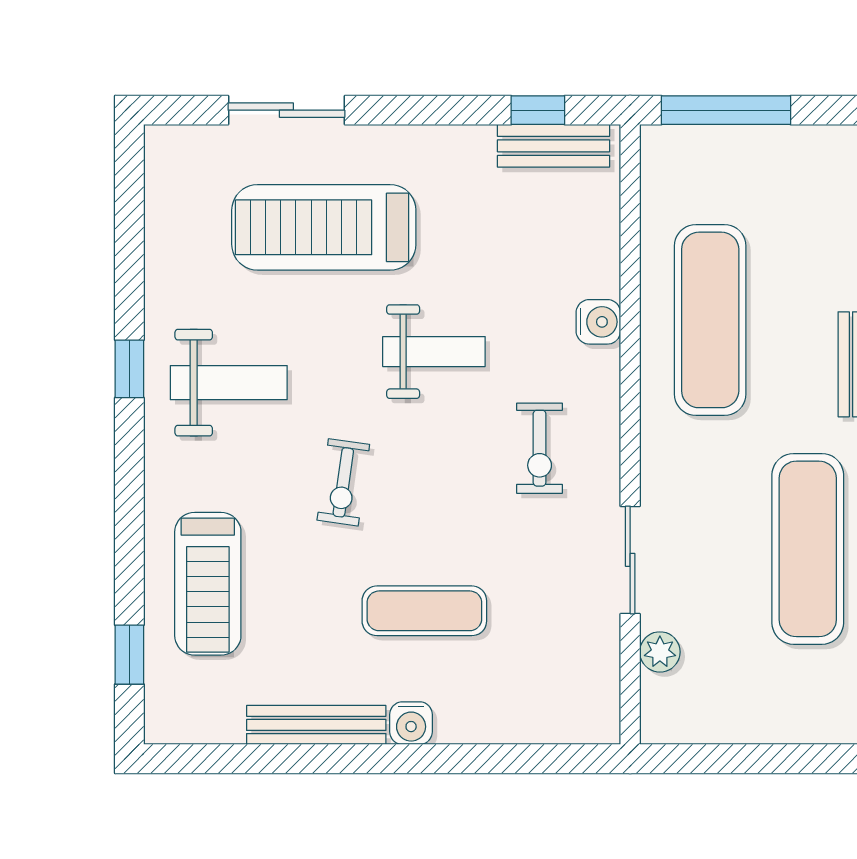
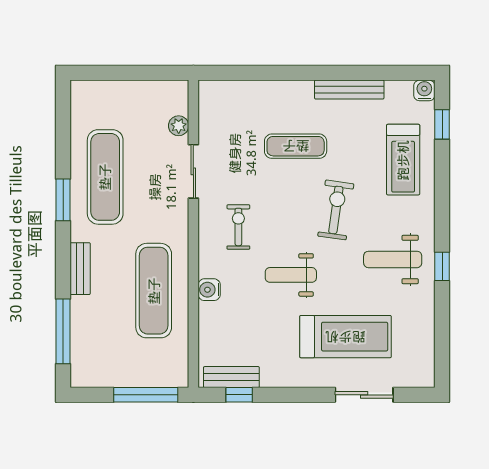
exercise bike: (343, 482) -> (336, 210), width x1.38, depth x1.39
treadmill: (208, 584) -> (403, 160), turned 180
water cooler: (411, 723) -> (424, 90), moved

